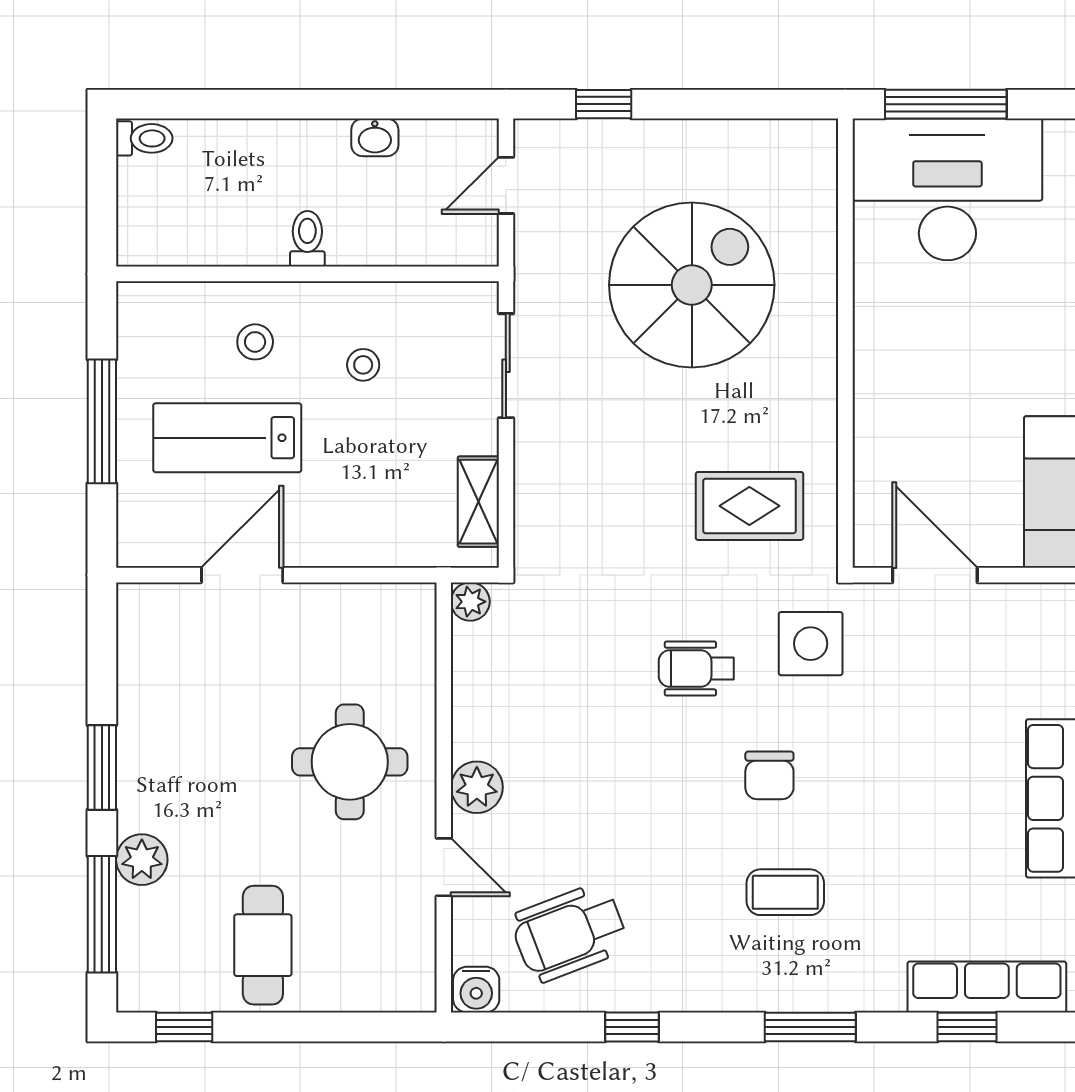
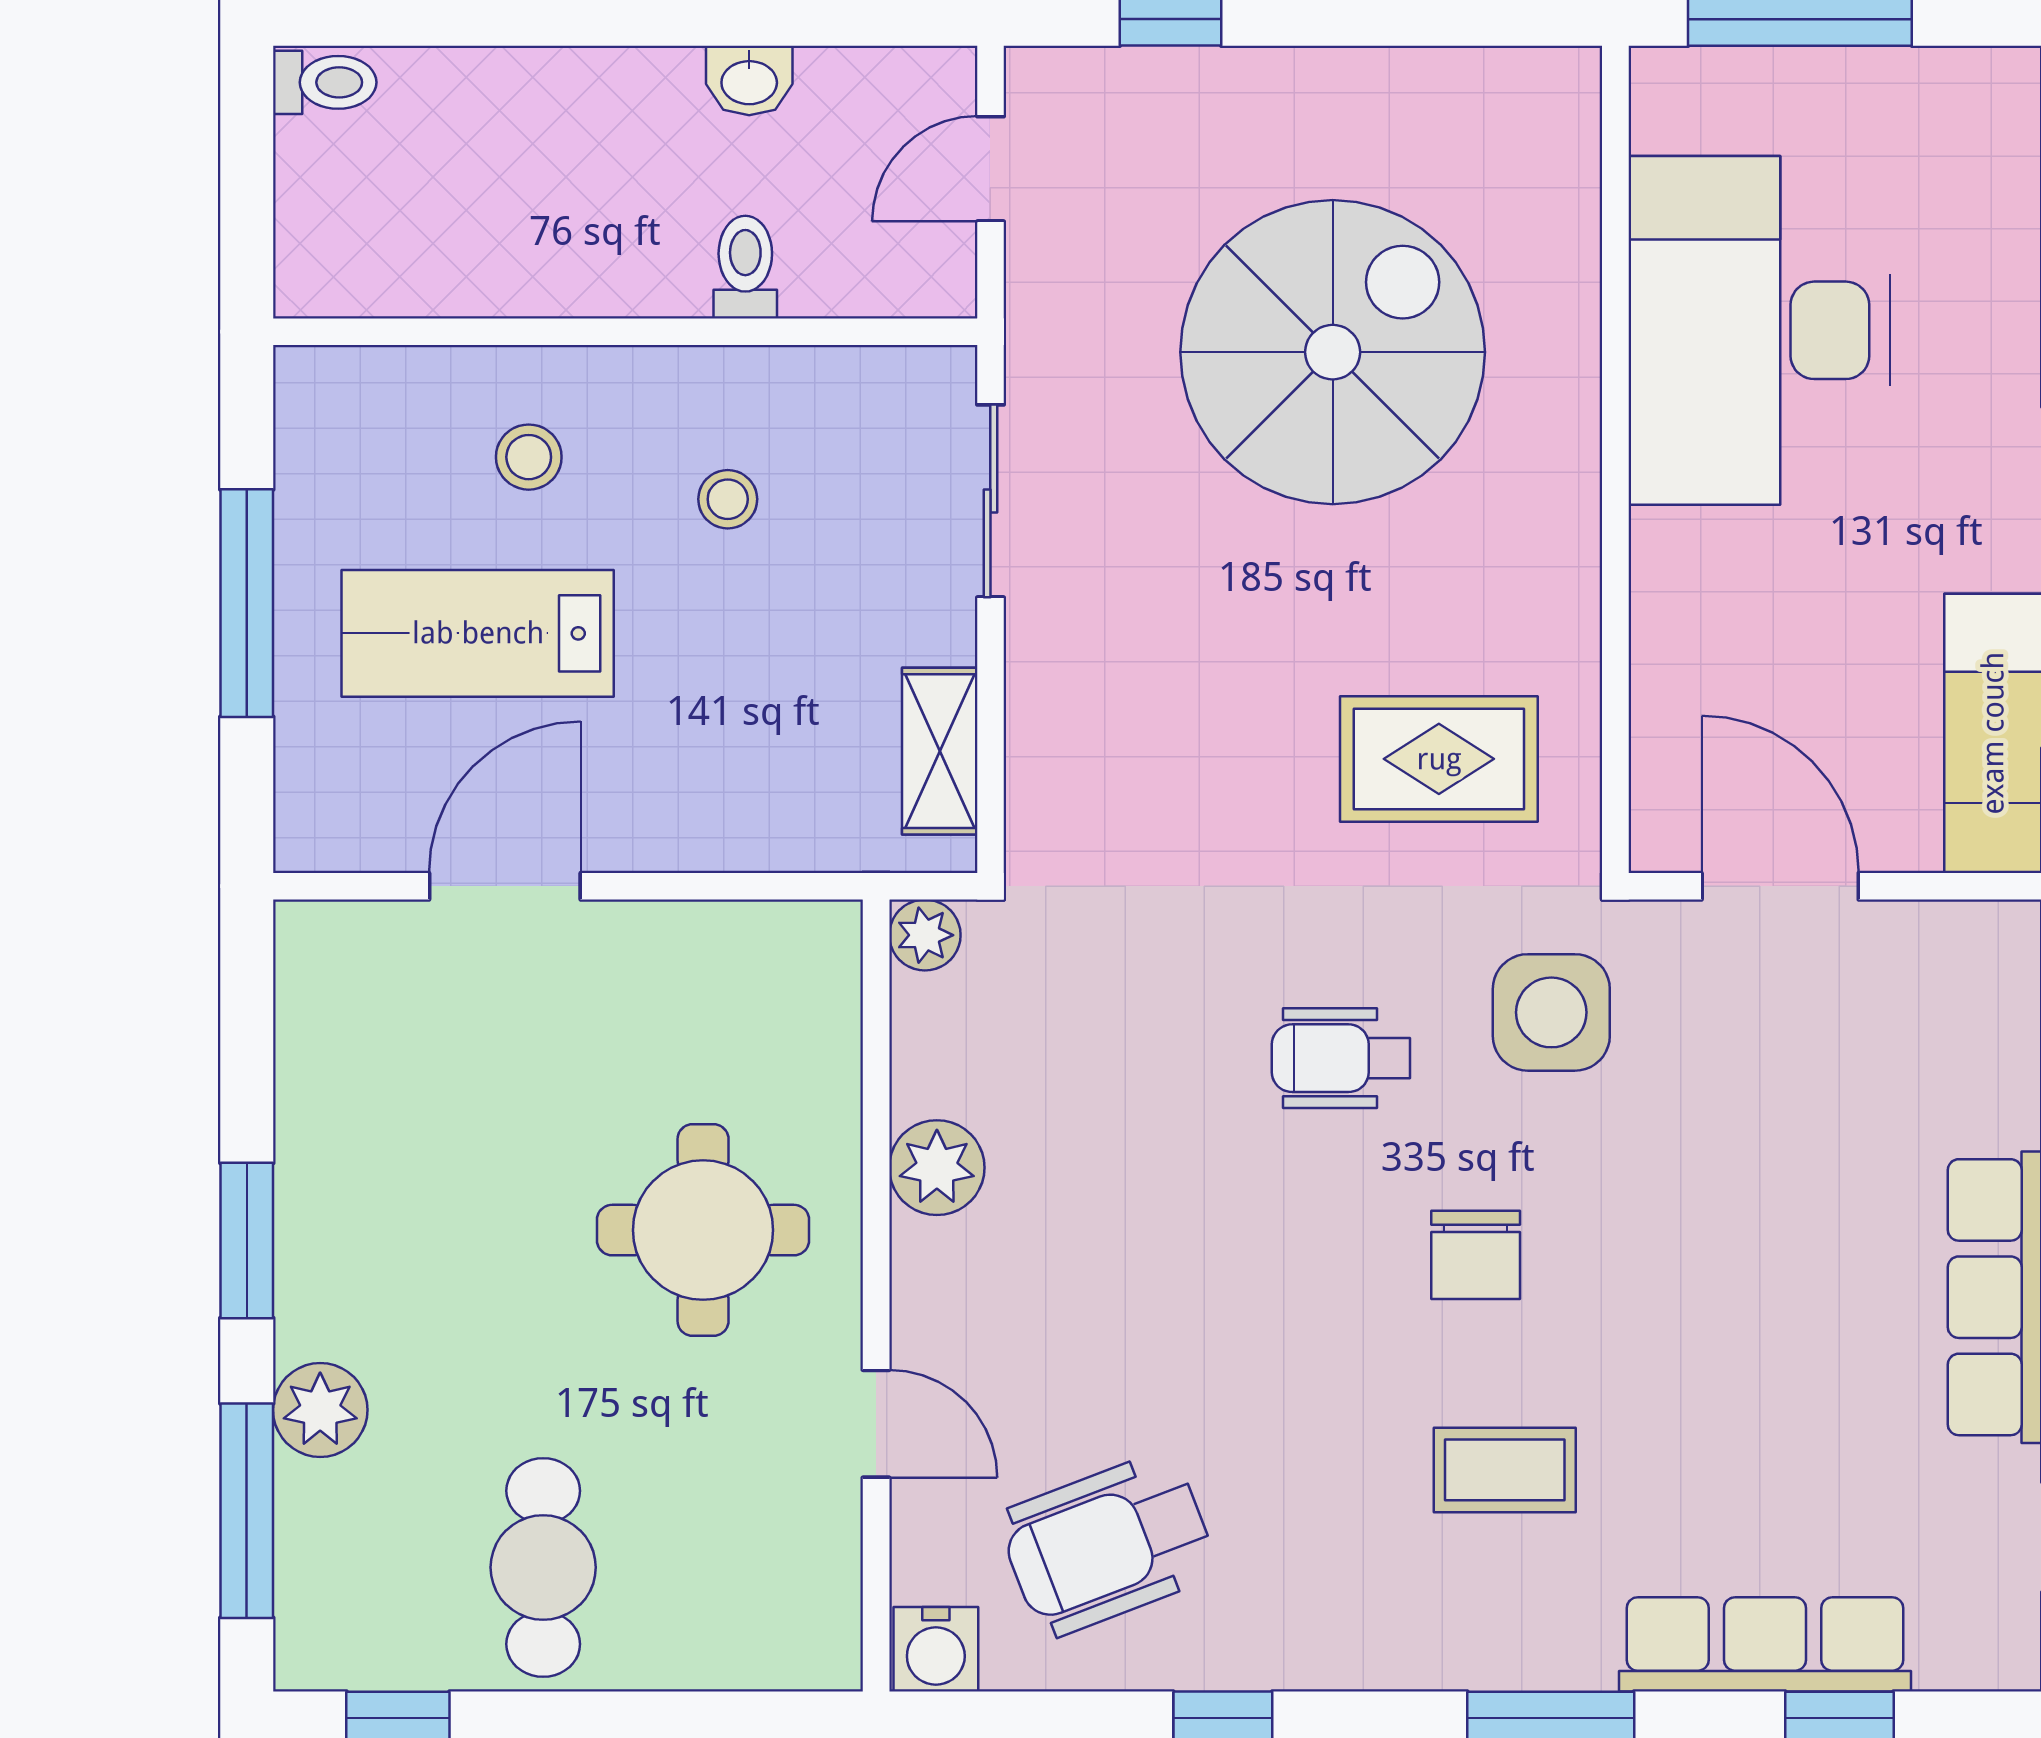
desk: (947, 189) -> (1759, 330), moved, turned -90
toilet: (307, 239) -> (745, 267), moved
plant: (477, 787) -> (937, 1168), moved
row of seats: (987, 987) -> (1765, 1644), moved

